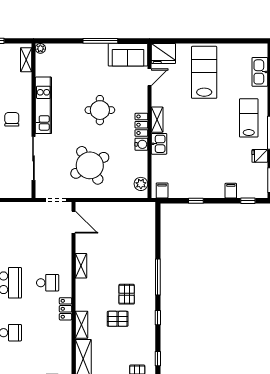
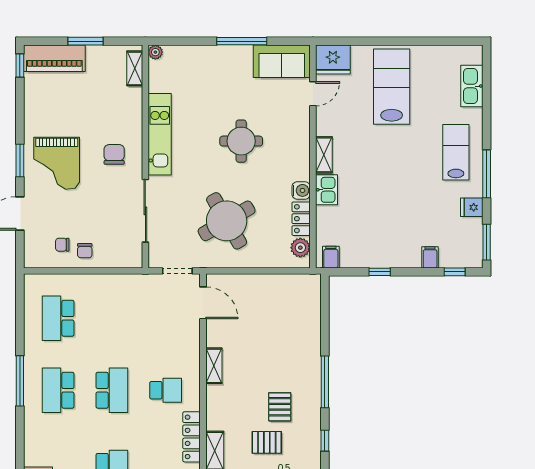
locker: (141, 125) -> (301, 219), moved
locker: (66, 309) -> (192, 437), width x1.53

